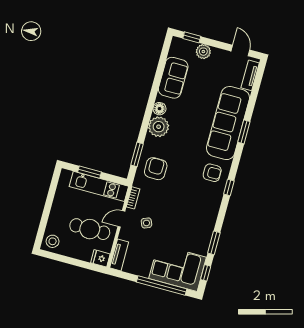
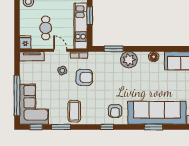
plant: (159, 127) -> (129, 60), moved
armchair: (156, 169) -> (84, 77), moved
coffee table: (199, 222) -> (74, 111), added
cafe table: (90, 229) -> (46, 28), width x0.73, depth x0.74

